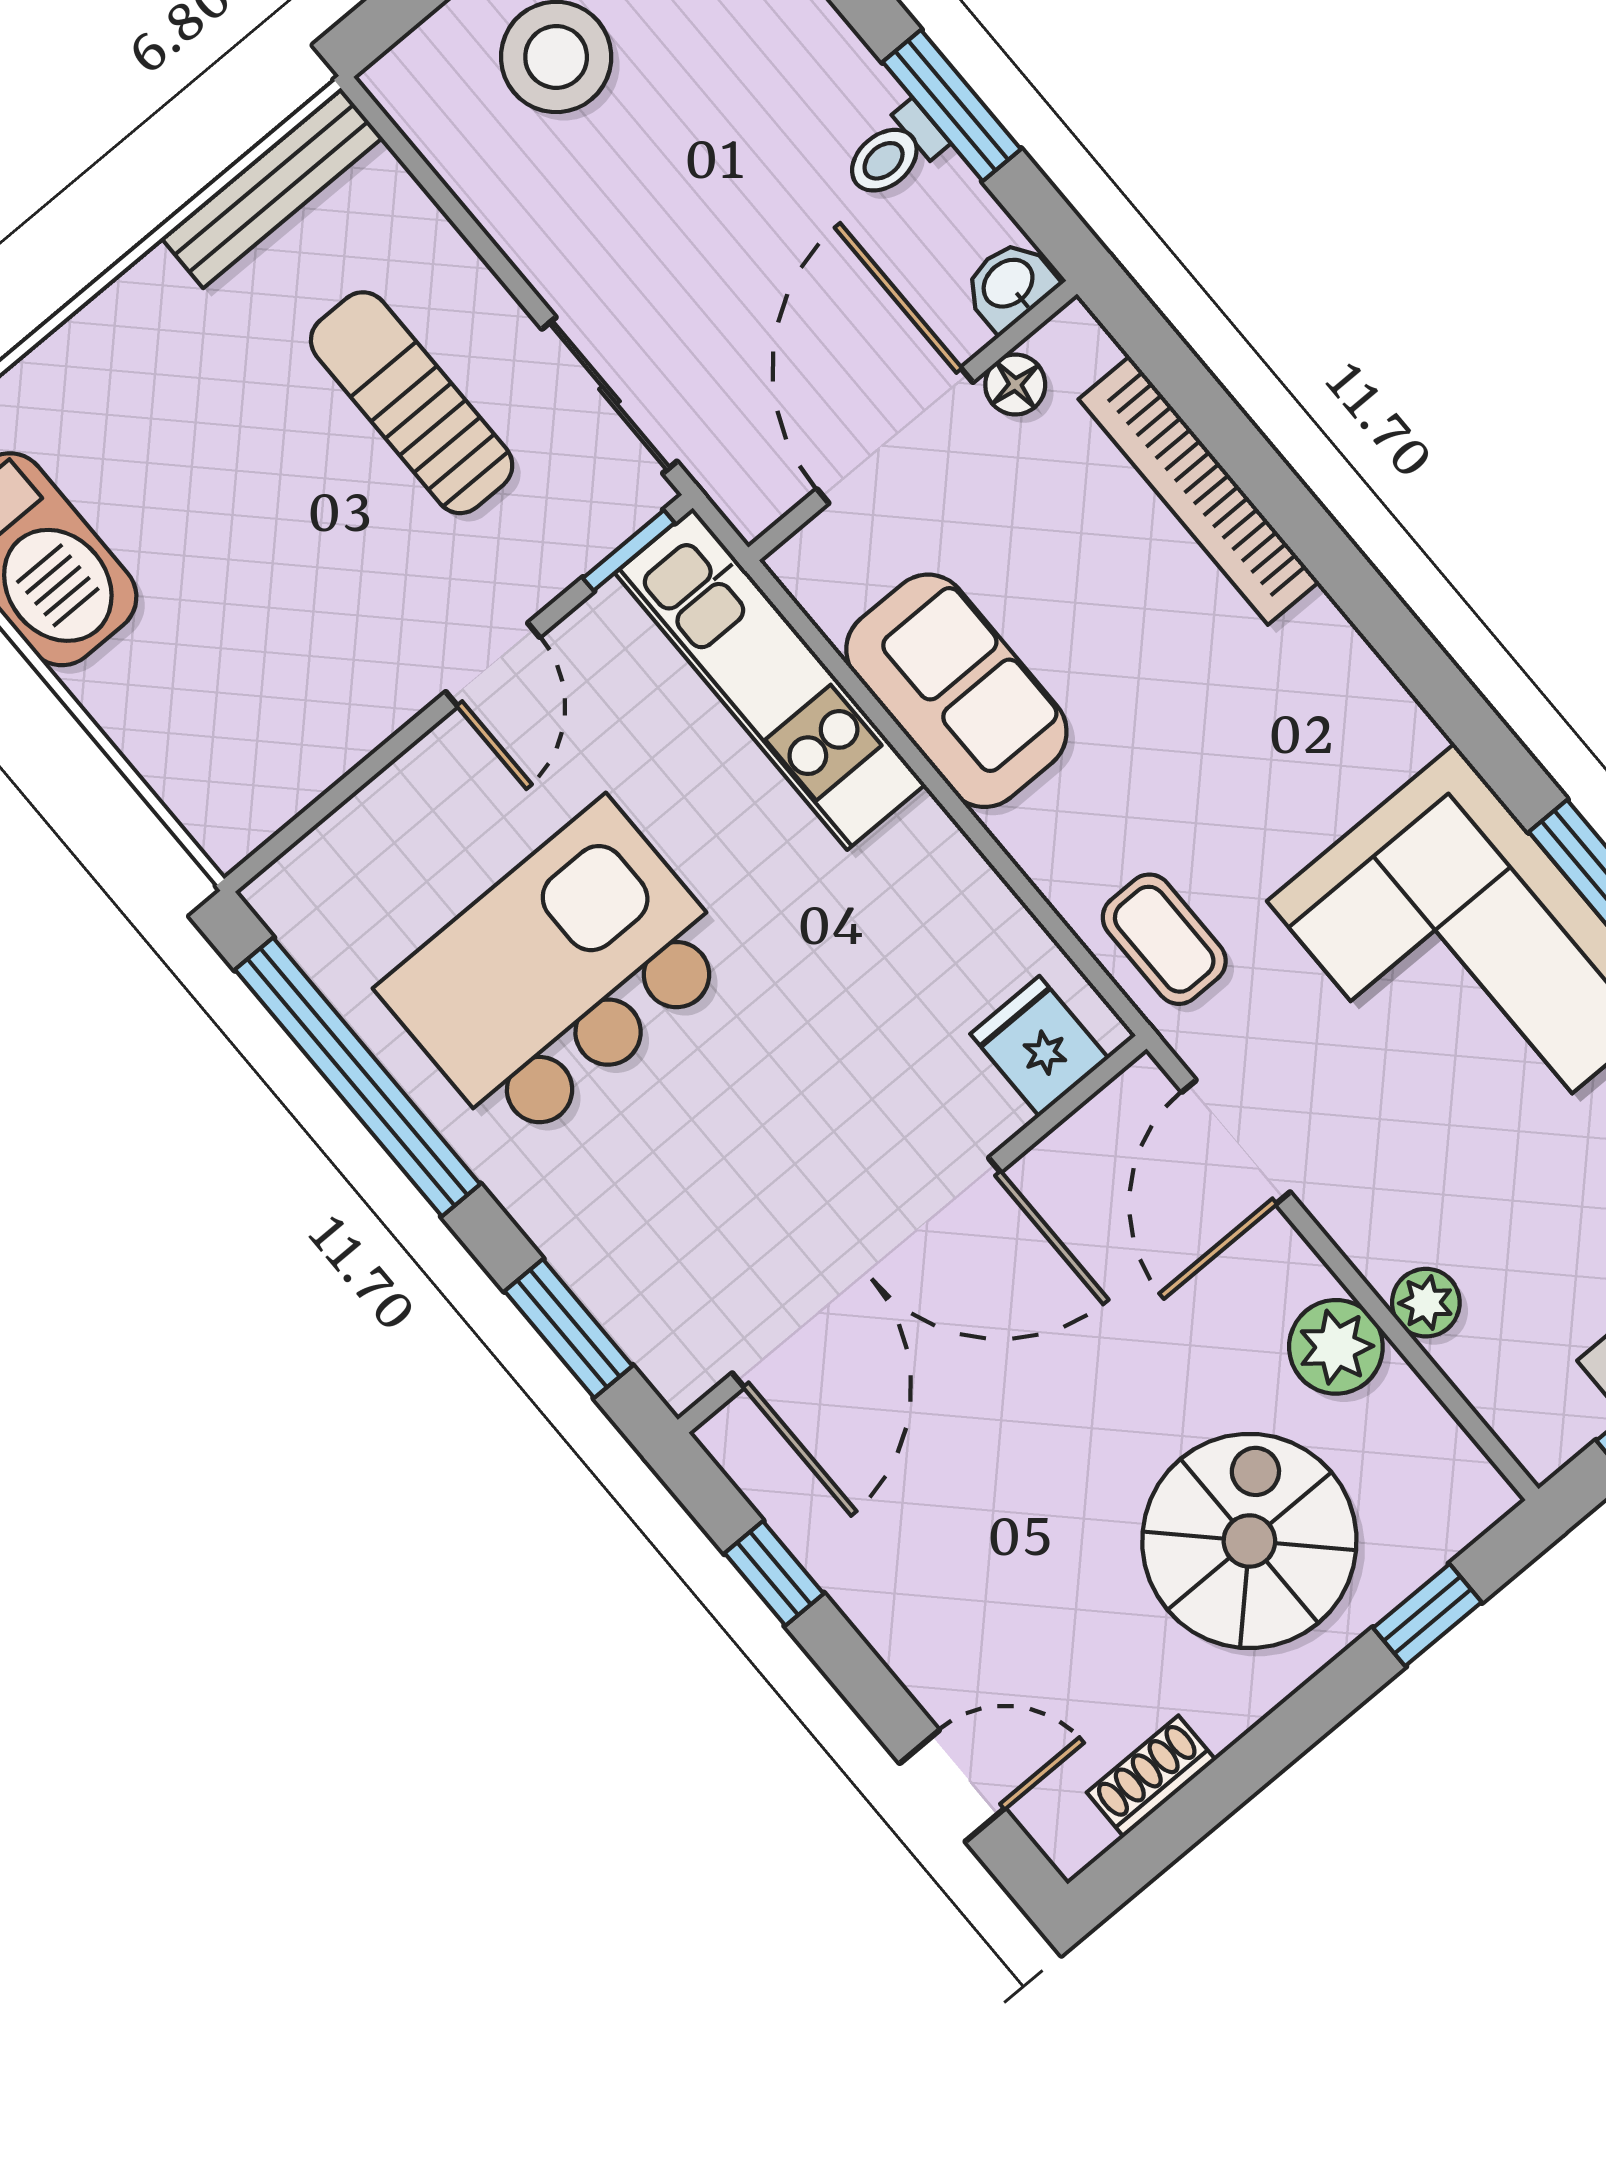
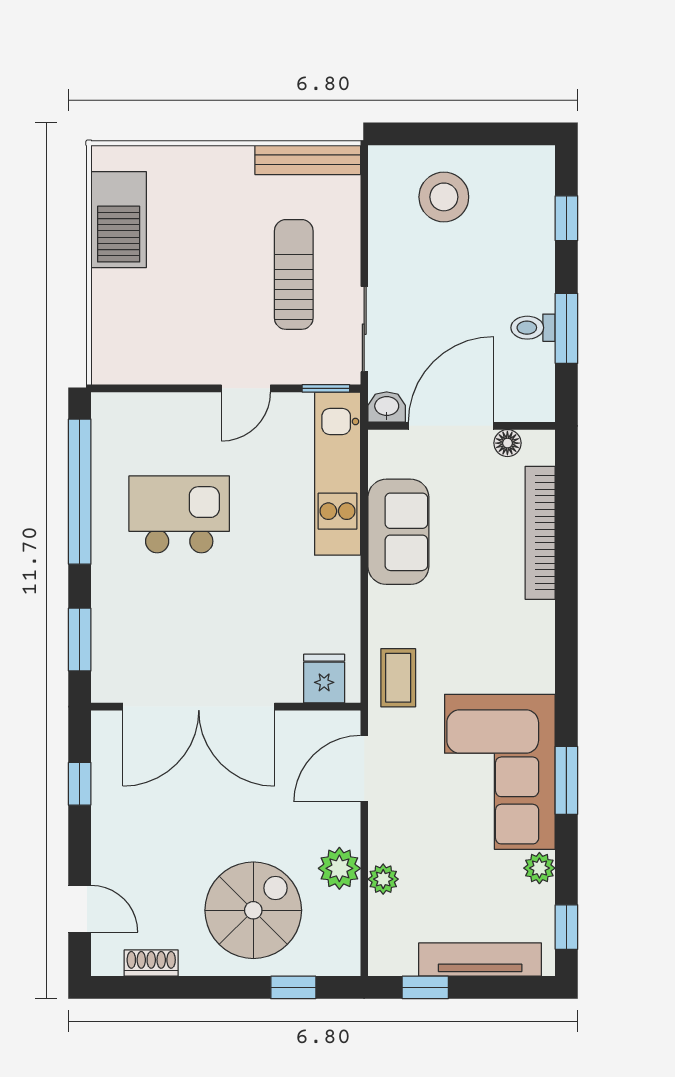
washbasin: (1009, 285) -> (387, 407), moved
kitchen island: (559, 974) -> (179, 514), width x0.73, depth x0.78

